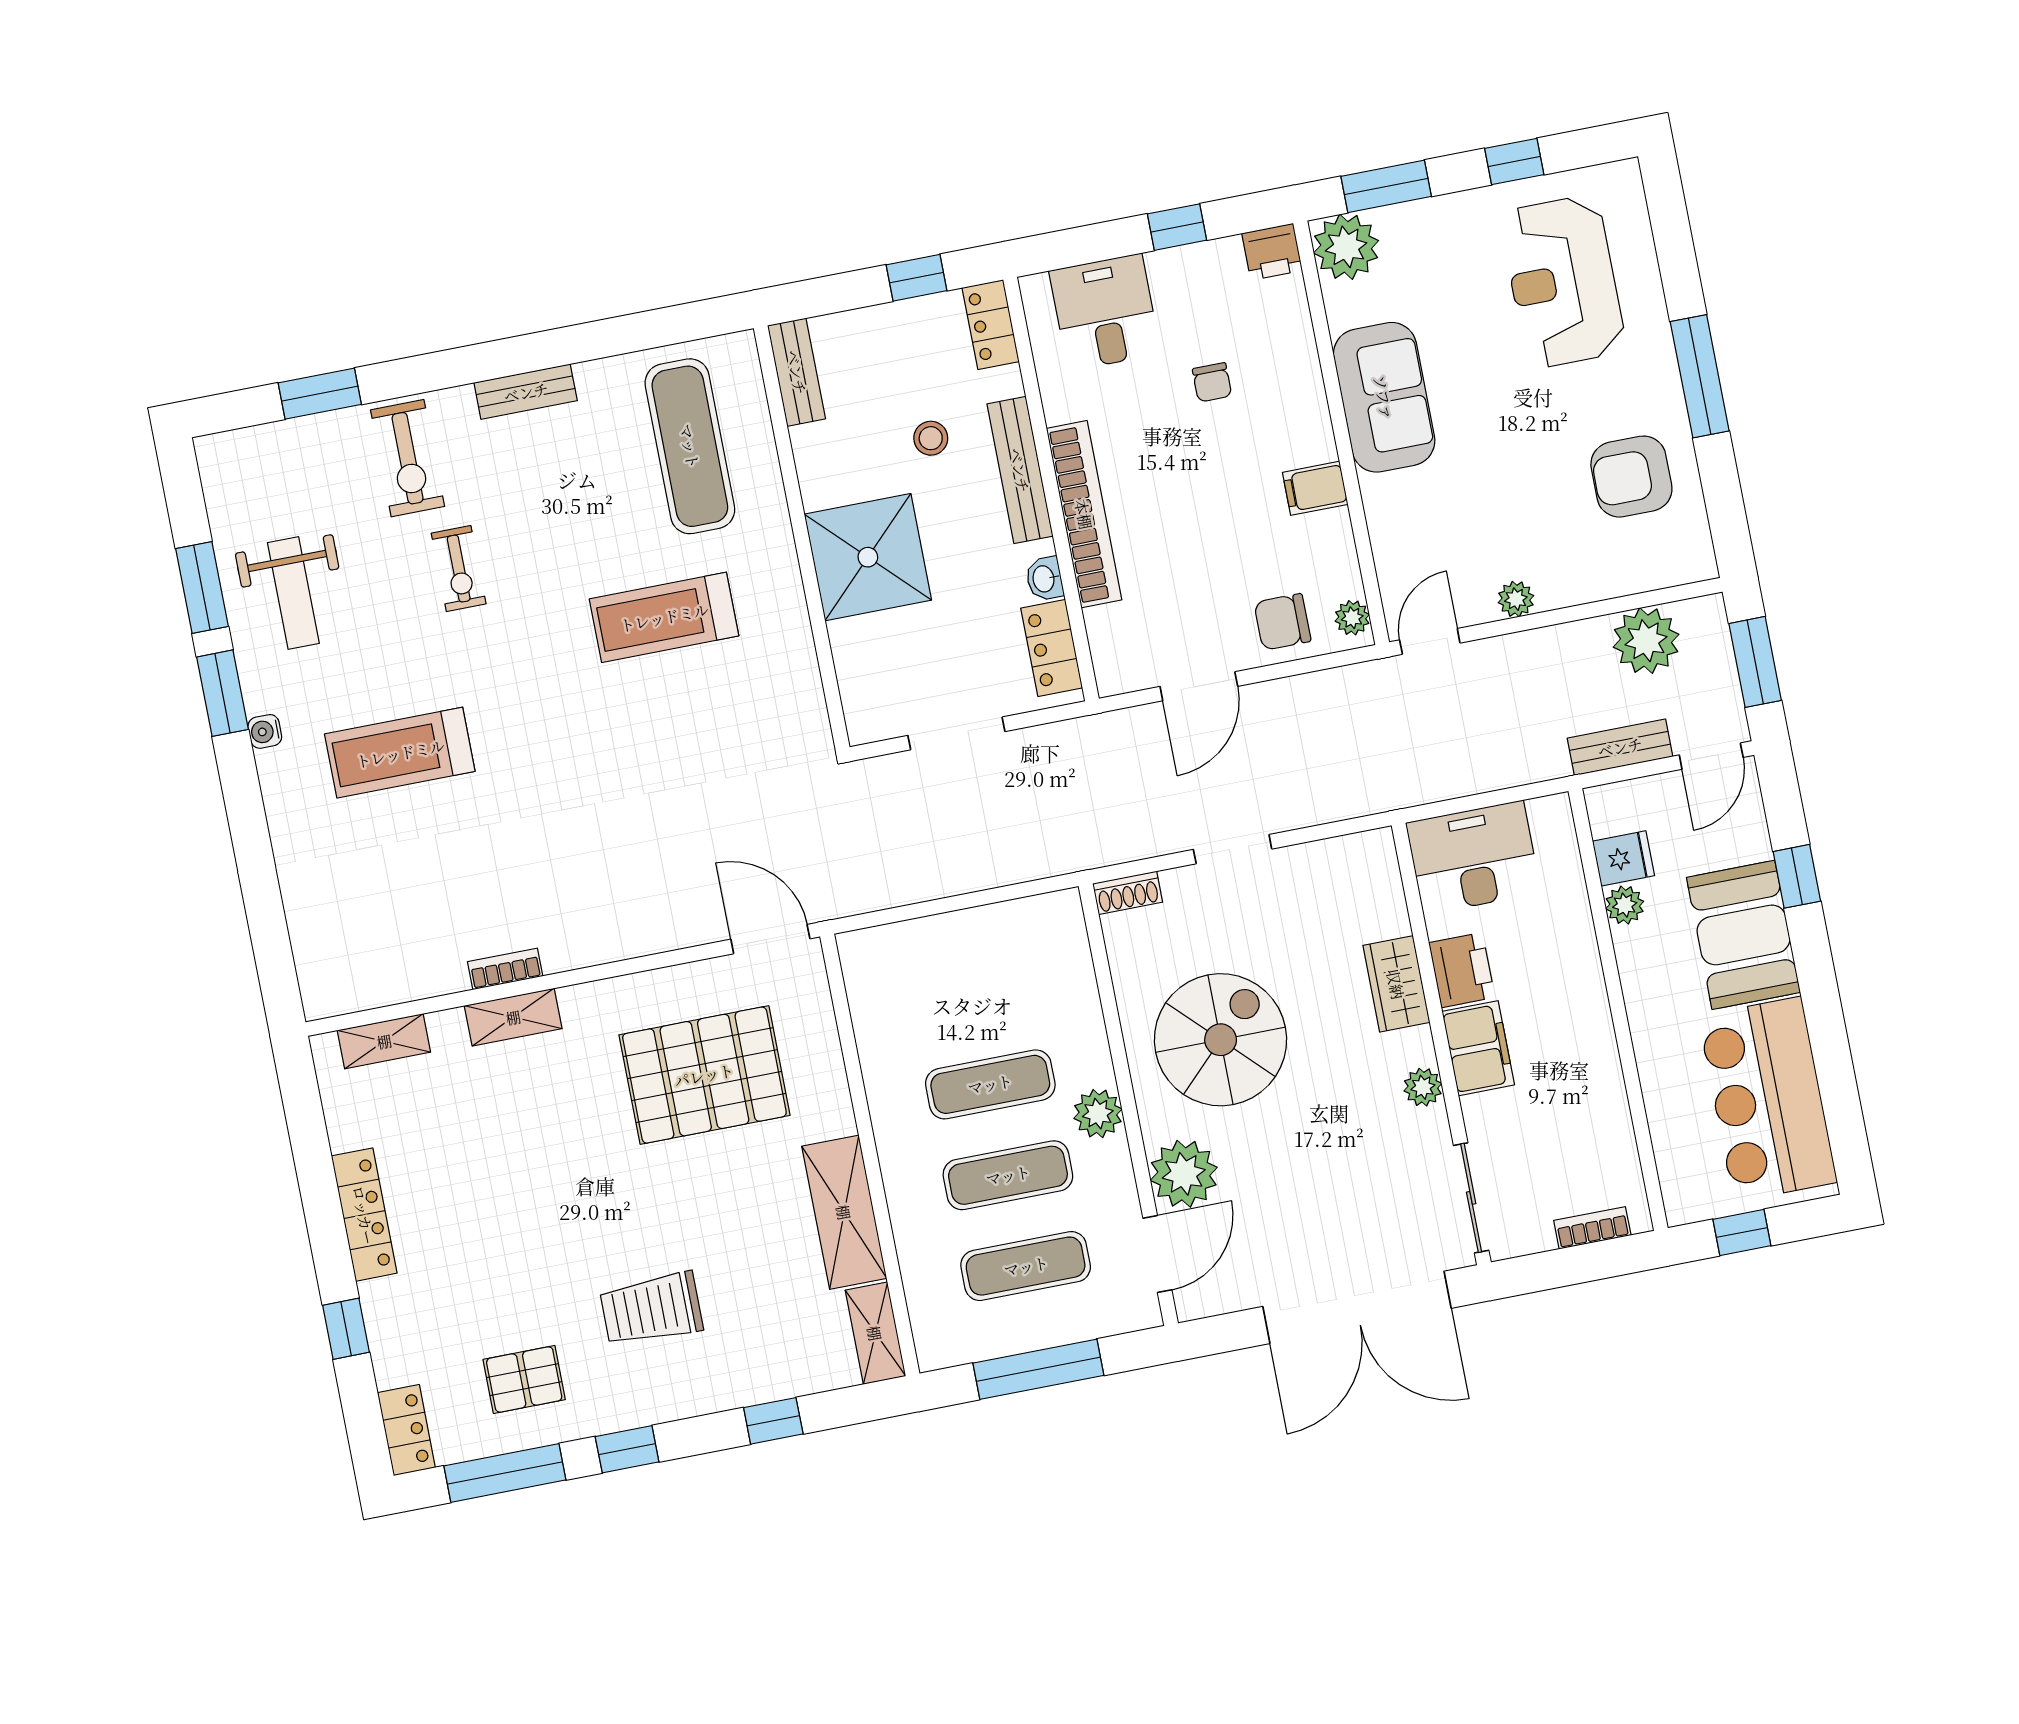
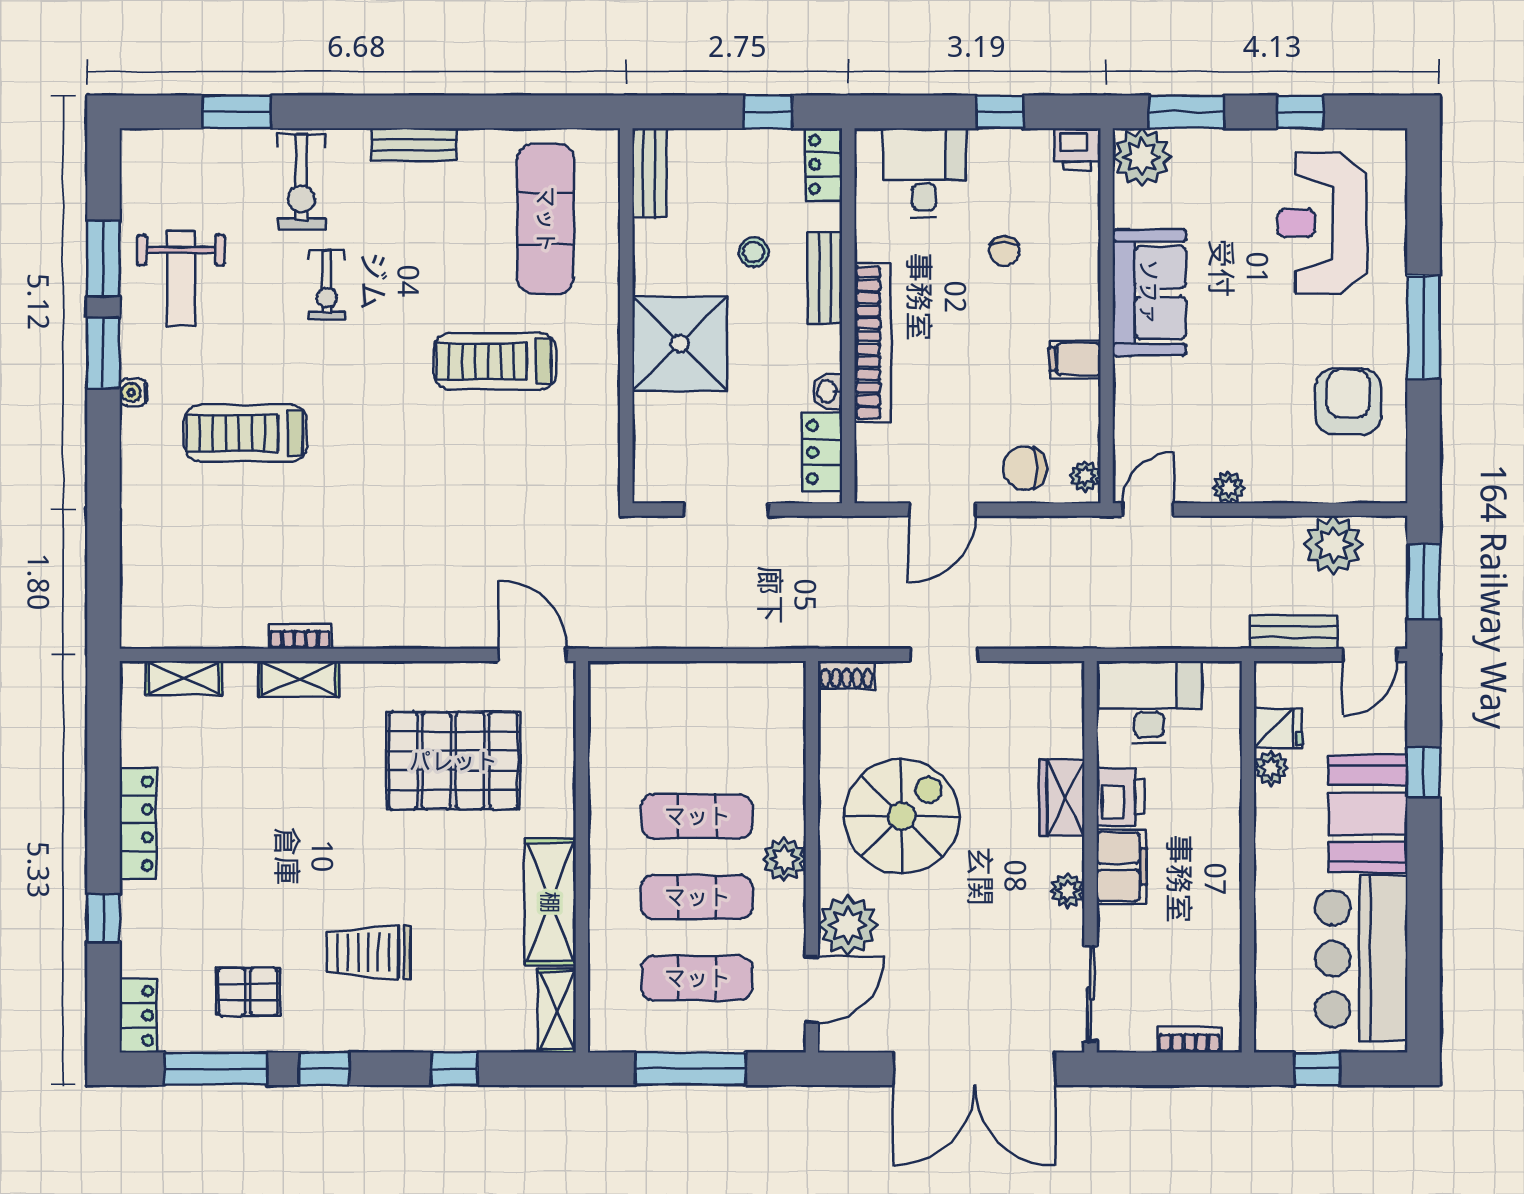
bench: (1020, 470) -> (825, 278), width x0.73
armchair: (1631, 477) -> (1348, 402), turned 90

